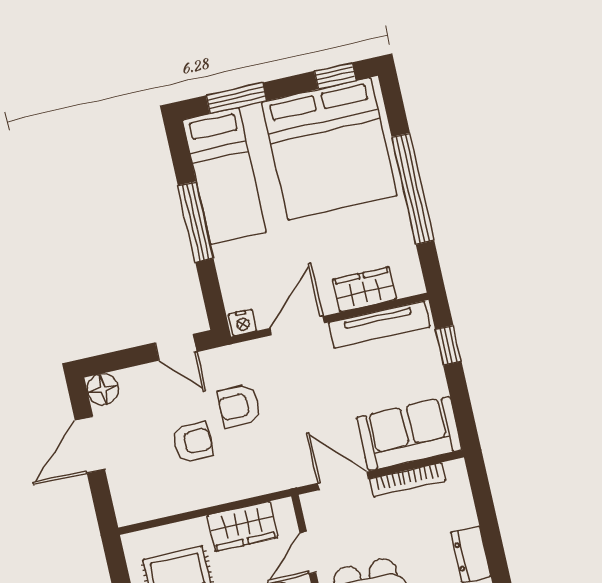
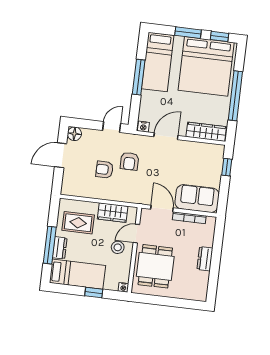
window: (236, 98) -> (188, 33), moved
wardrobe: (364, 289) -> (206, 132), width x1.50
tv unit: (379, 325) -> (201, 148), removed
door: (176, 347) -> (112, 127), swing flipped
armchair: (239, 406) -> (129, 161), turned -90
armchair: (193, 442) -> (104, 170), turned 180

